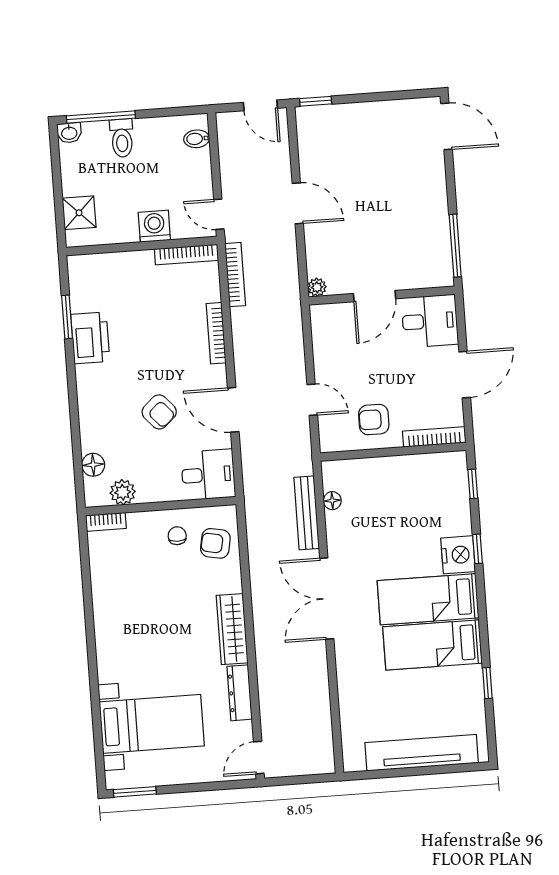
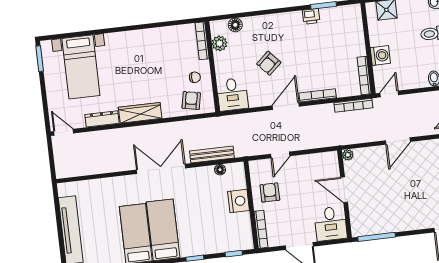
printer: (90, 338) -> (311, 16), width x0.53, depth x0.68
door: (233, 410) -> (286, 106), moved
bookcase: (106, 522) -> (202, 41), width x1.56
nightstand: (458, 555) -> (239, 201), moved, turned -90

